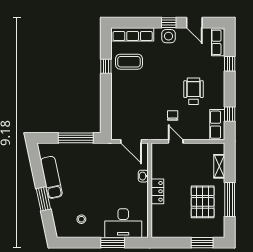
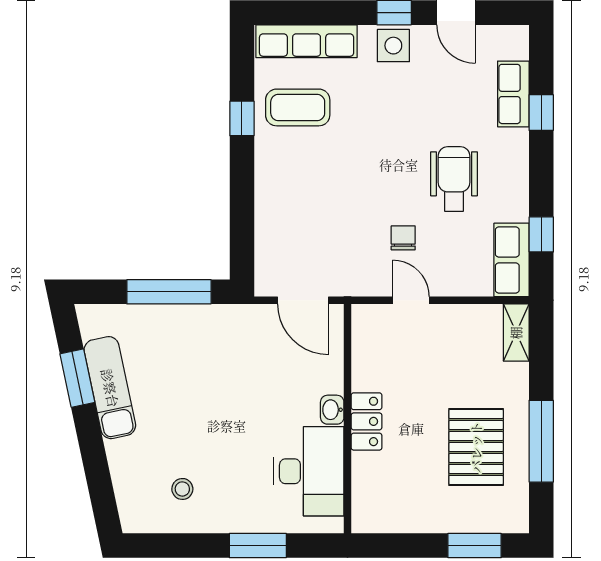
row of seats: (218, 42) -> (513, 94), moved
shelving: (219, 166) -> (516, 333), moved
washbasin: (143, 176) -> (332, 410), moved
window: (43, 199) -> (77, 378), moved
desk: (123, 223) -> (309, 471), moved, turned -90

